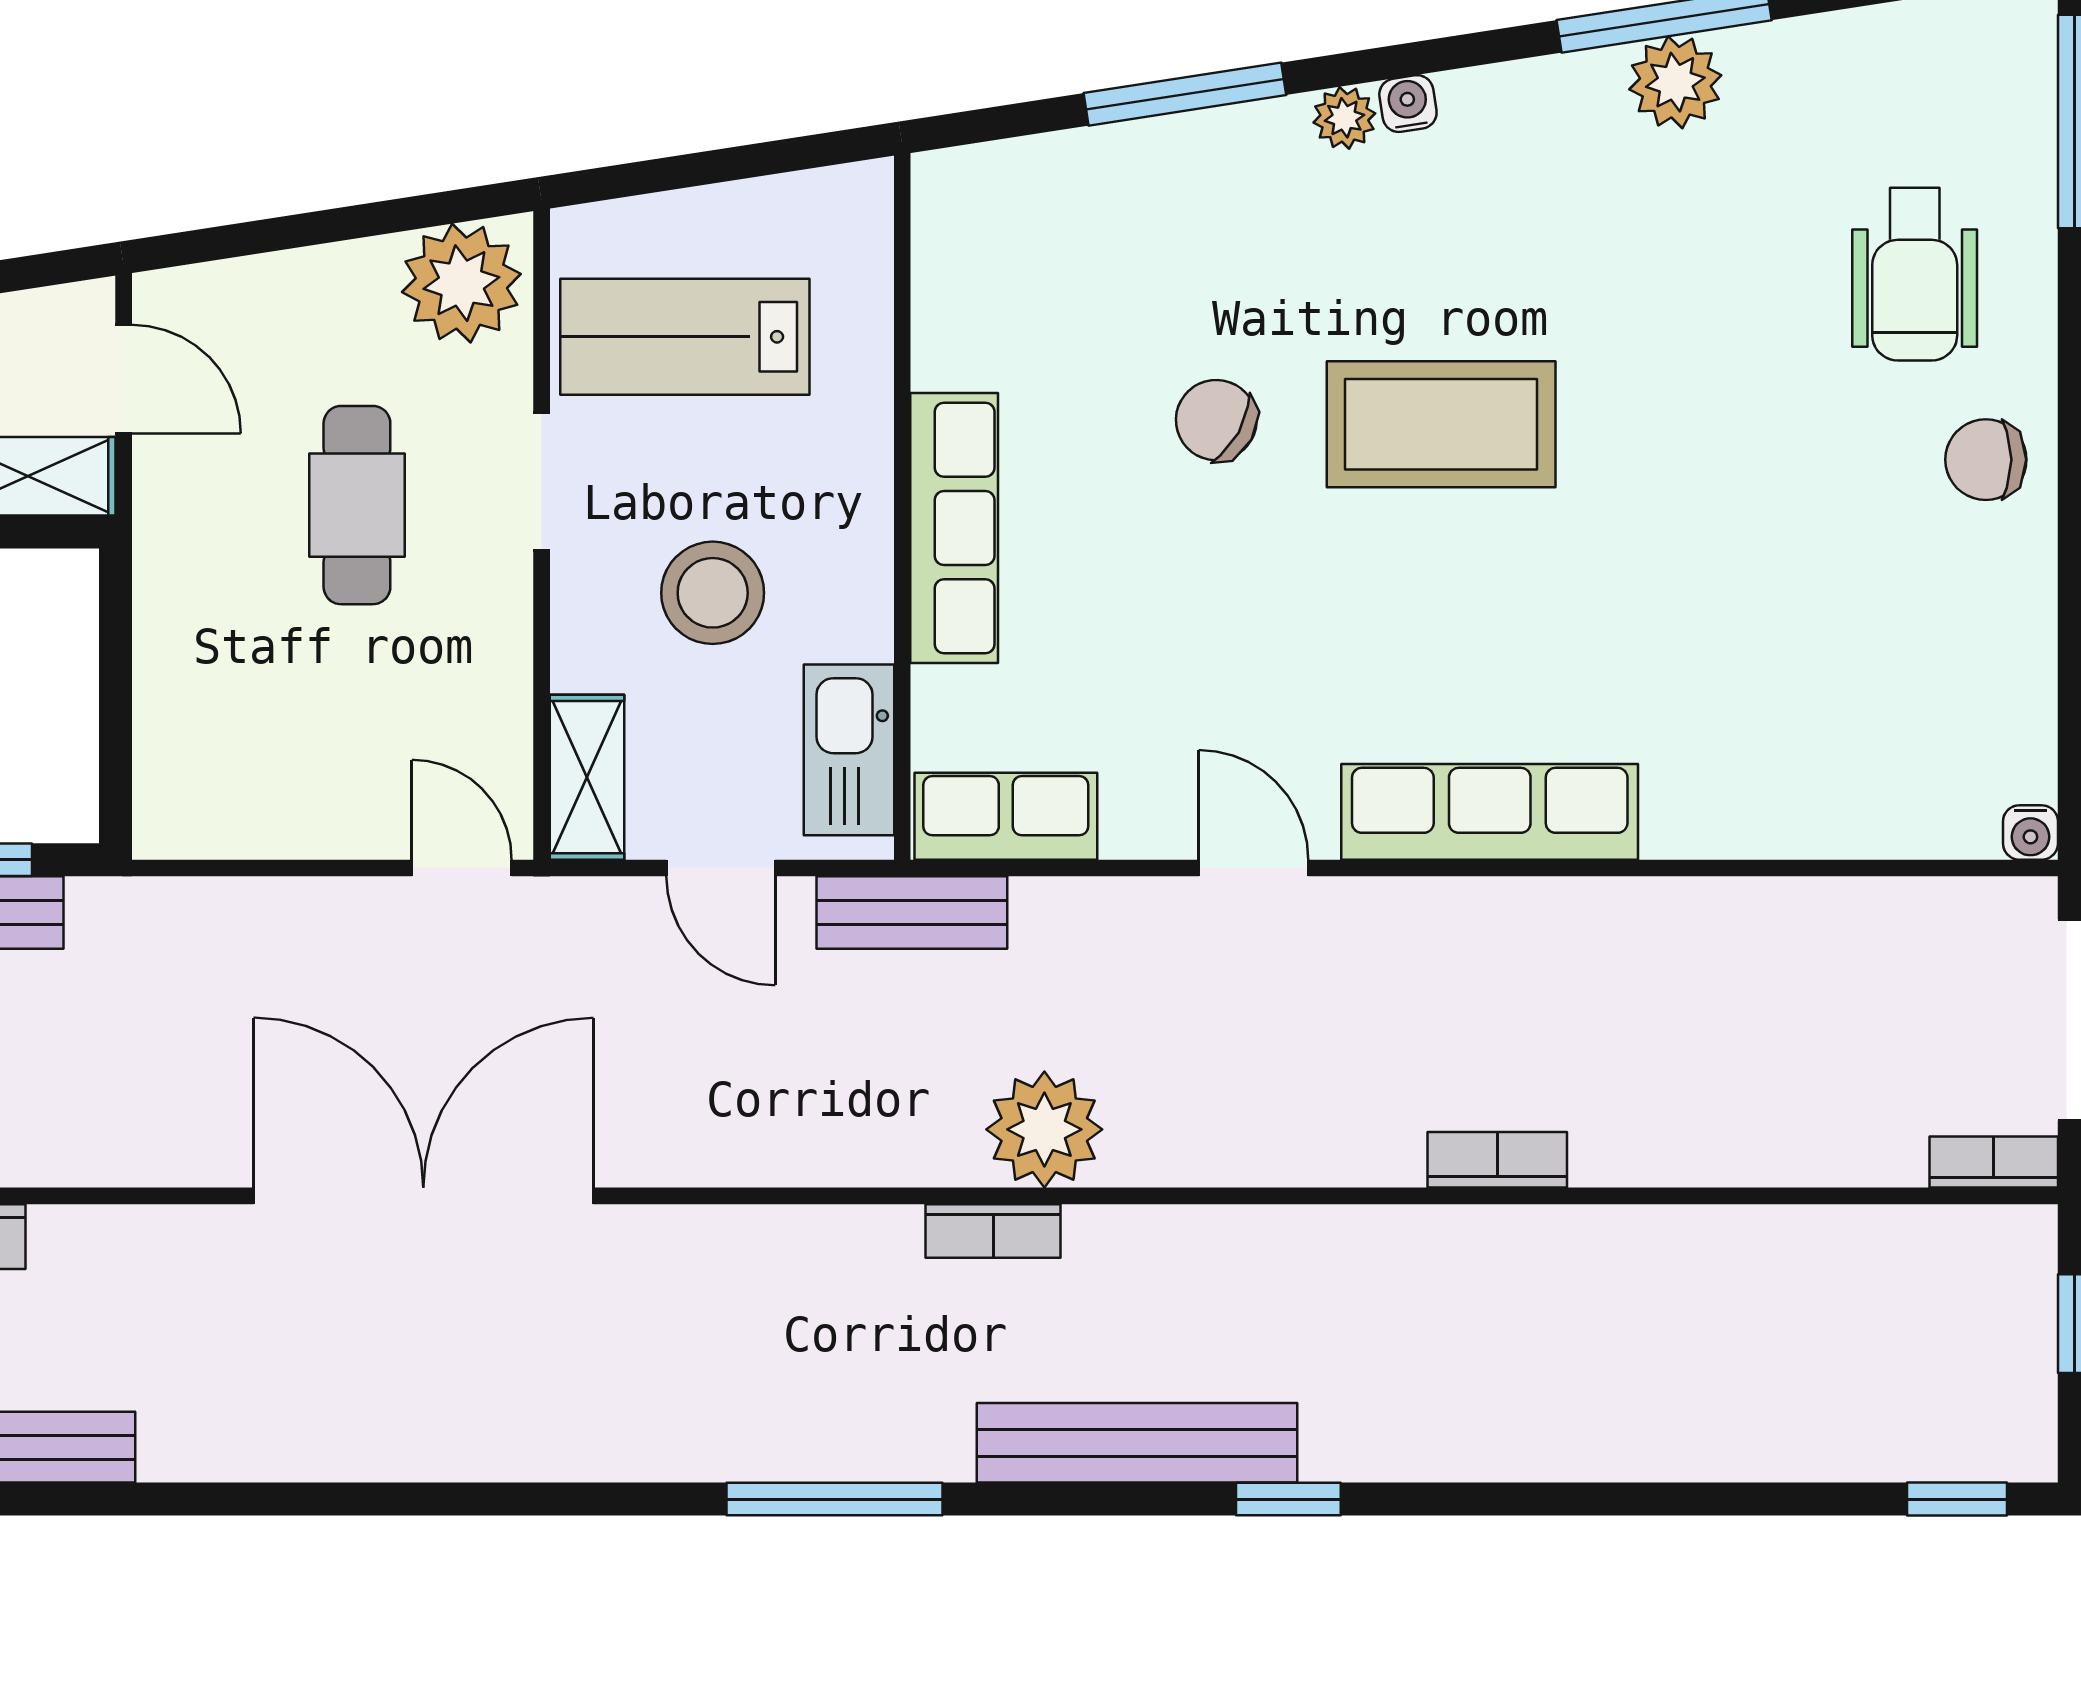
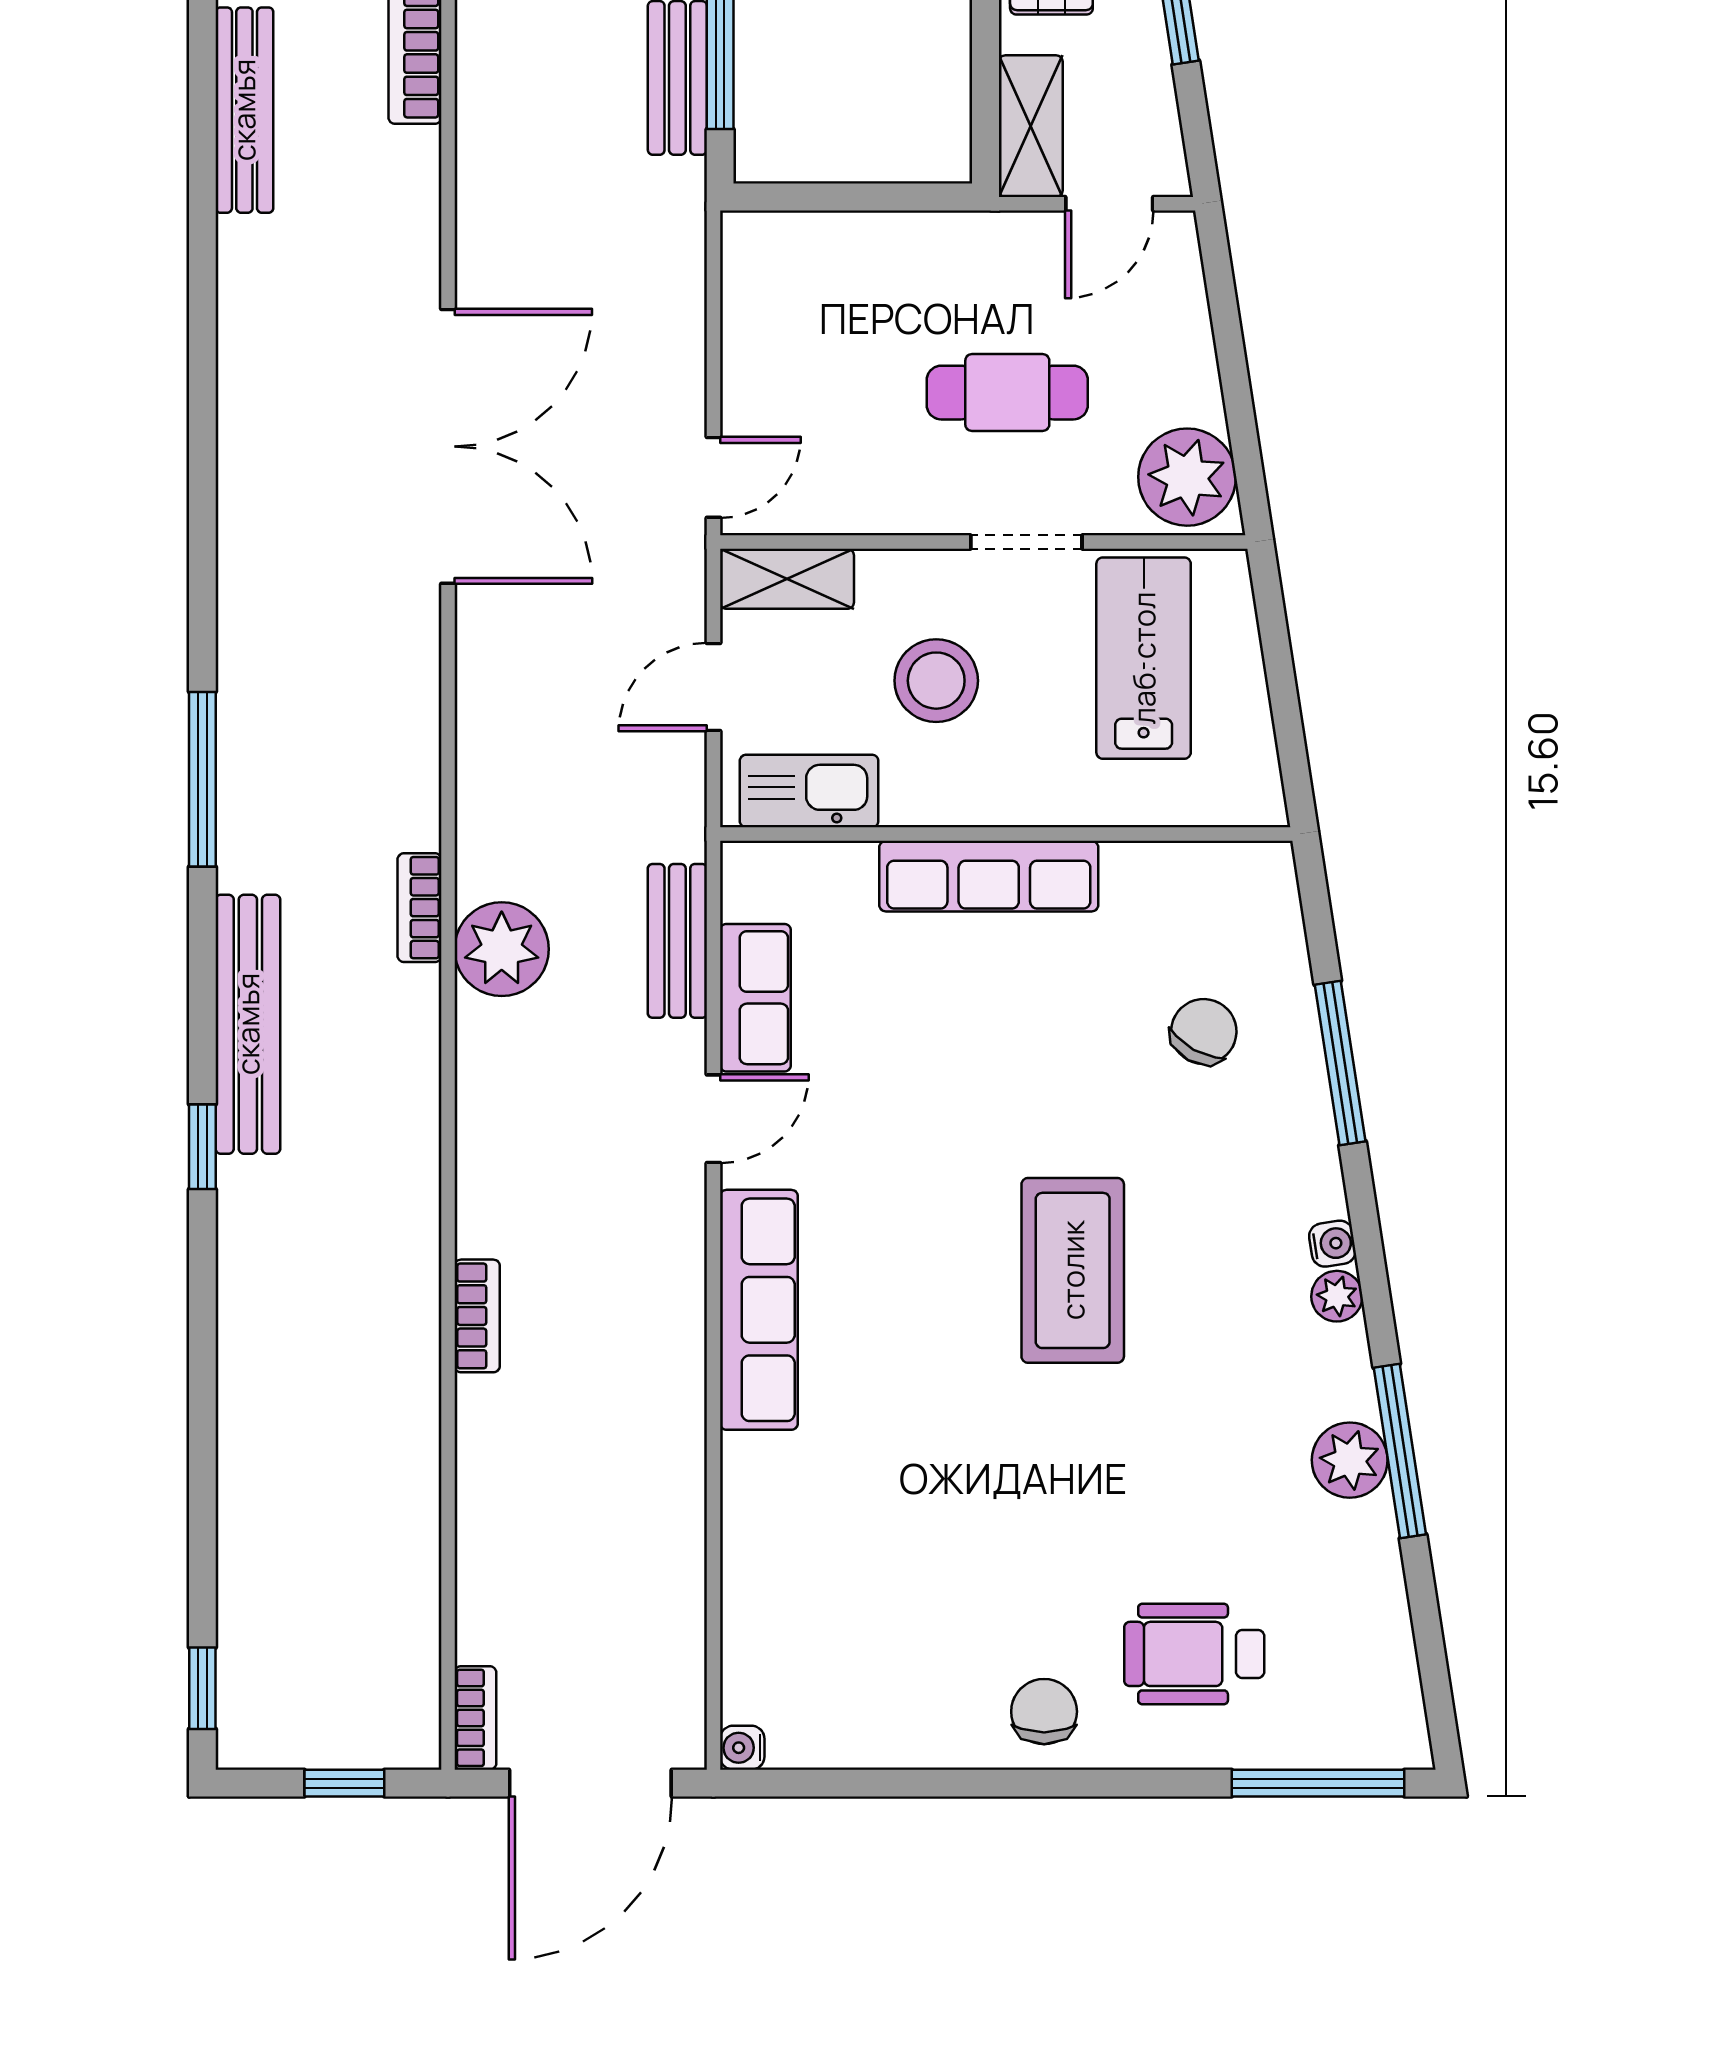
plant: (1344, 118) -> (1337, 1296), moved
chair: (1216, 420) -> (1204, 1032), moved
row of seats: (1006, 816) -> (755, 998), moved
bench: (912, 913) -> (677, 941), moved

